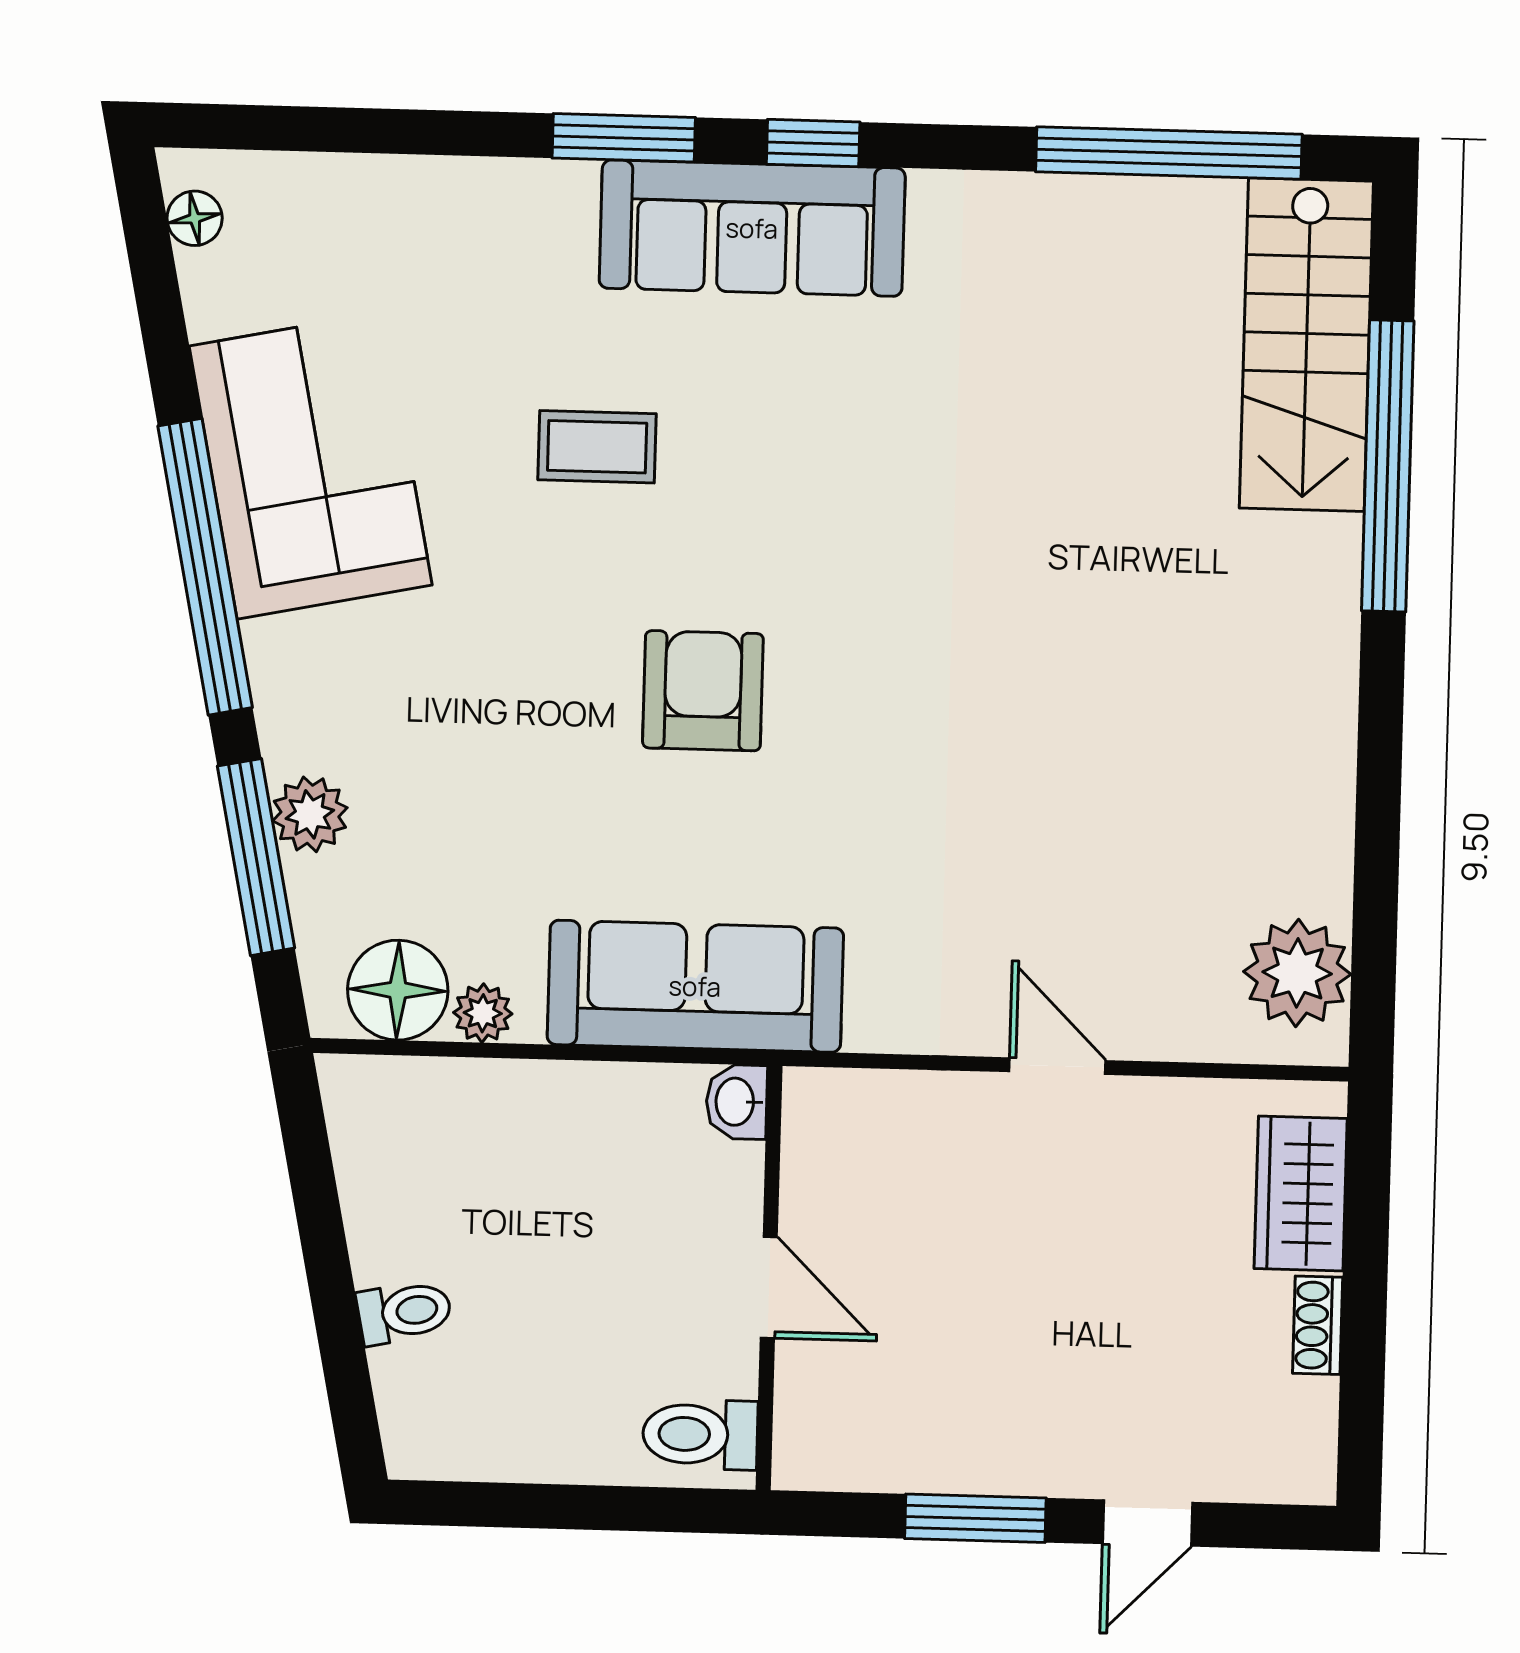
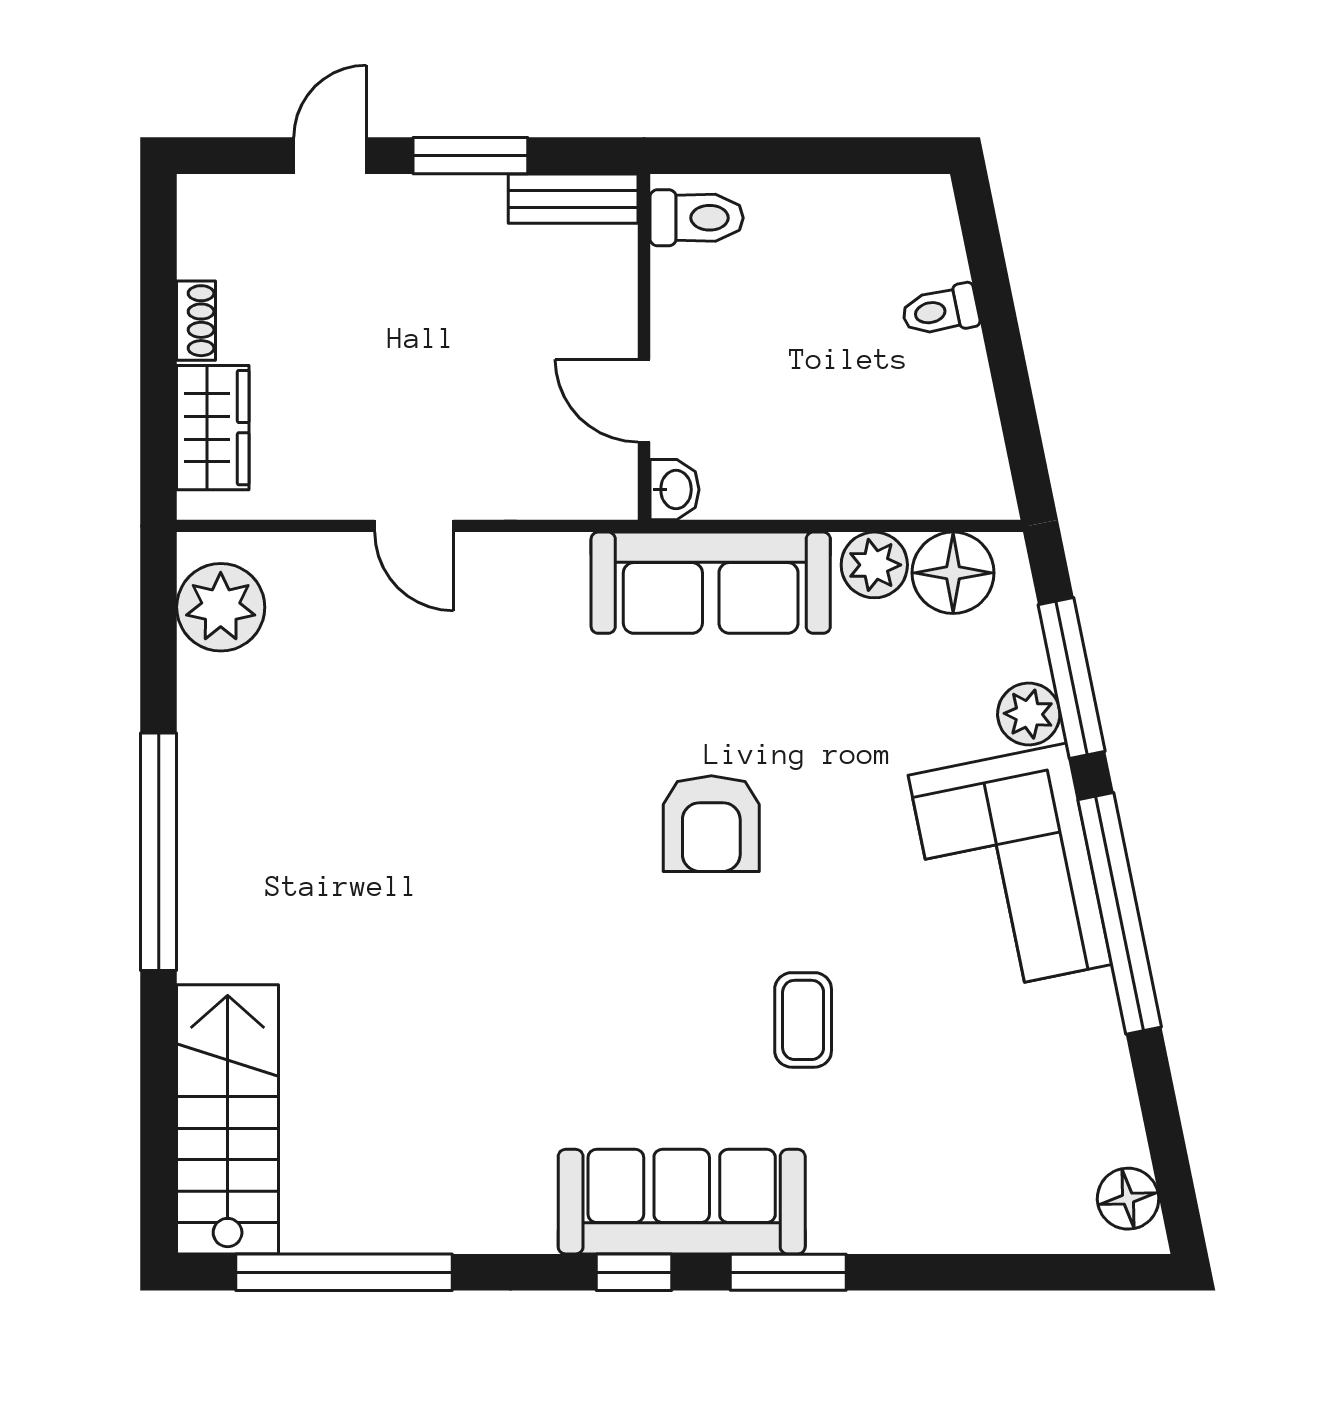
floor lamp: (195, 218) -> (1128, 1199), width x1.37, depth x1.37
coffee table: (597, 447) -> (803, 1020), turned 90
corner sofa: (311, 466) -> (1010, 870), moved
window: (1388, 466) -> (159, 852), moved
plant: (483, 1013) -> (874, 565), width x1.38, depth x1.38
door: (769, 1287) -> (644, 401), moved
bench: (851, 1462) -> (573, 199), added

